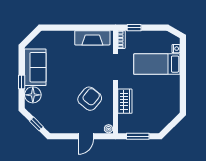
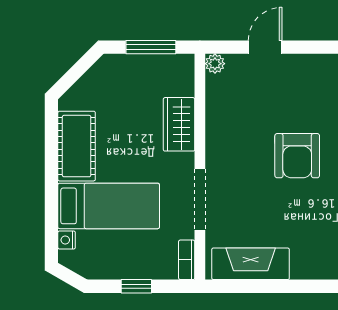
window: (134, 28) -> (136, 286), moved
cot: (171, 91) -> (77, 146), added
armchair: (90, 99) -> (297, 156), moved, turned -39

